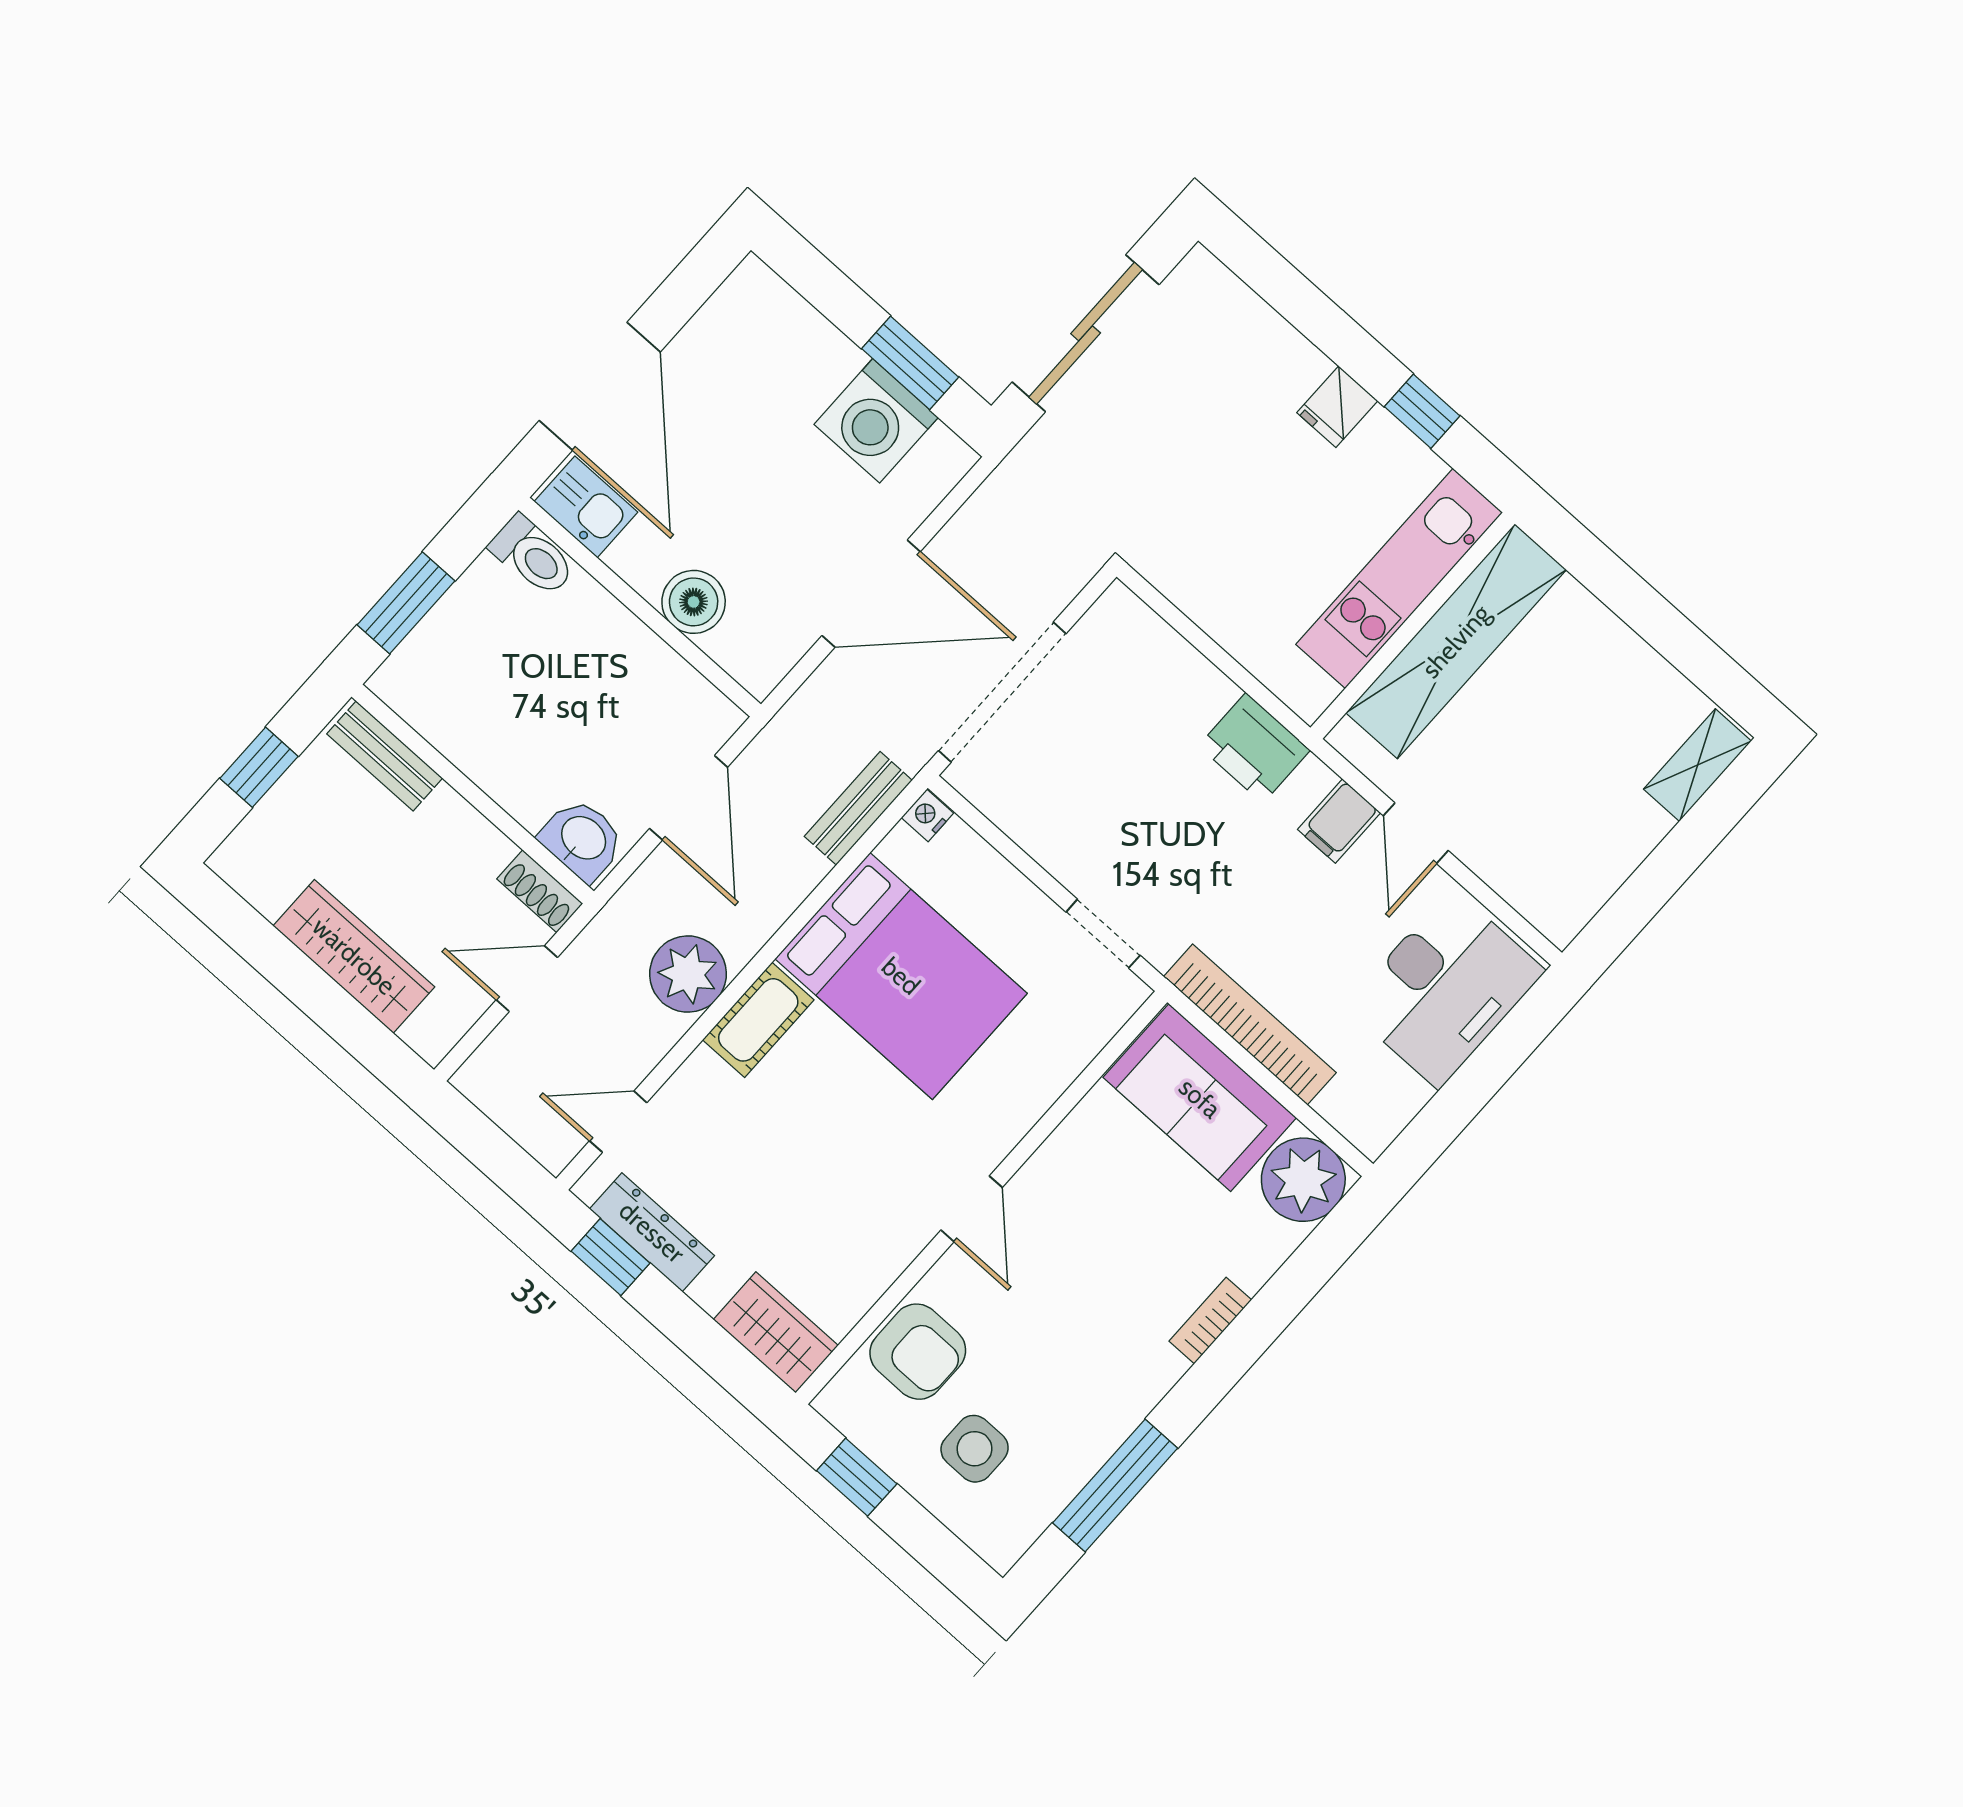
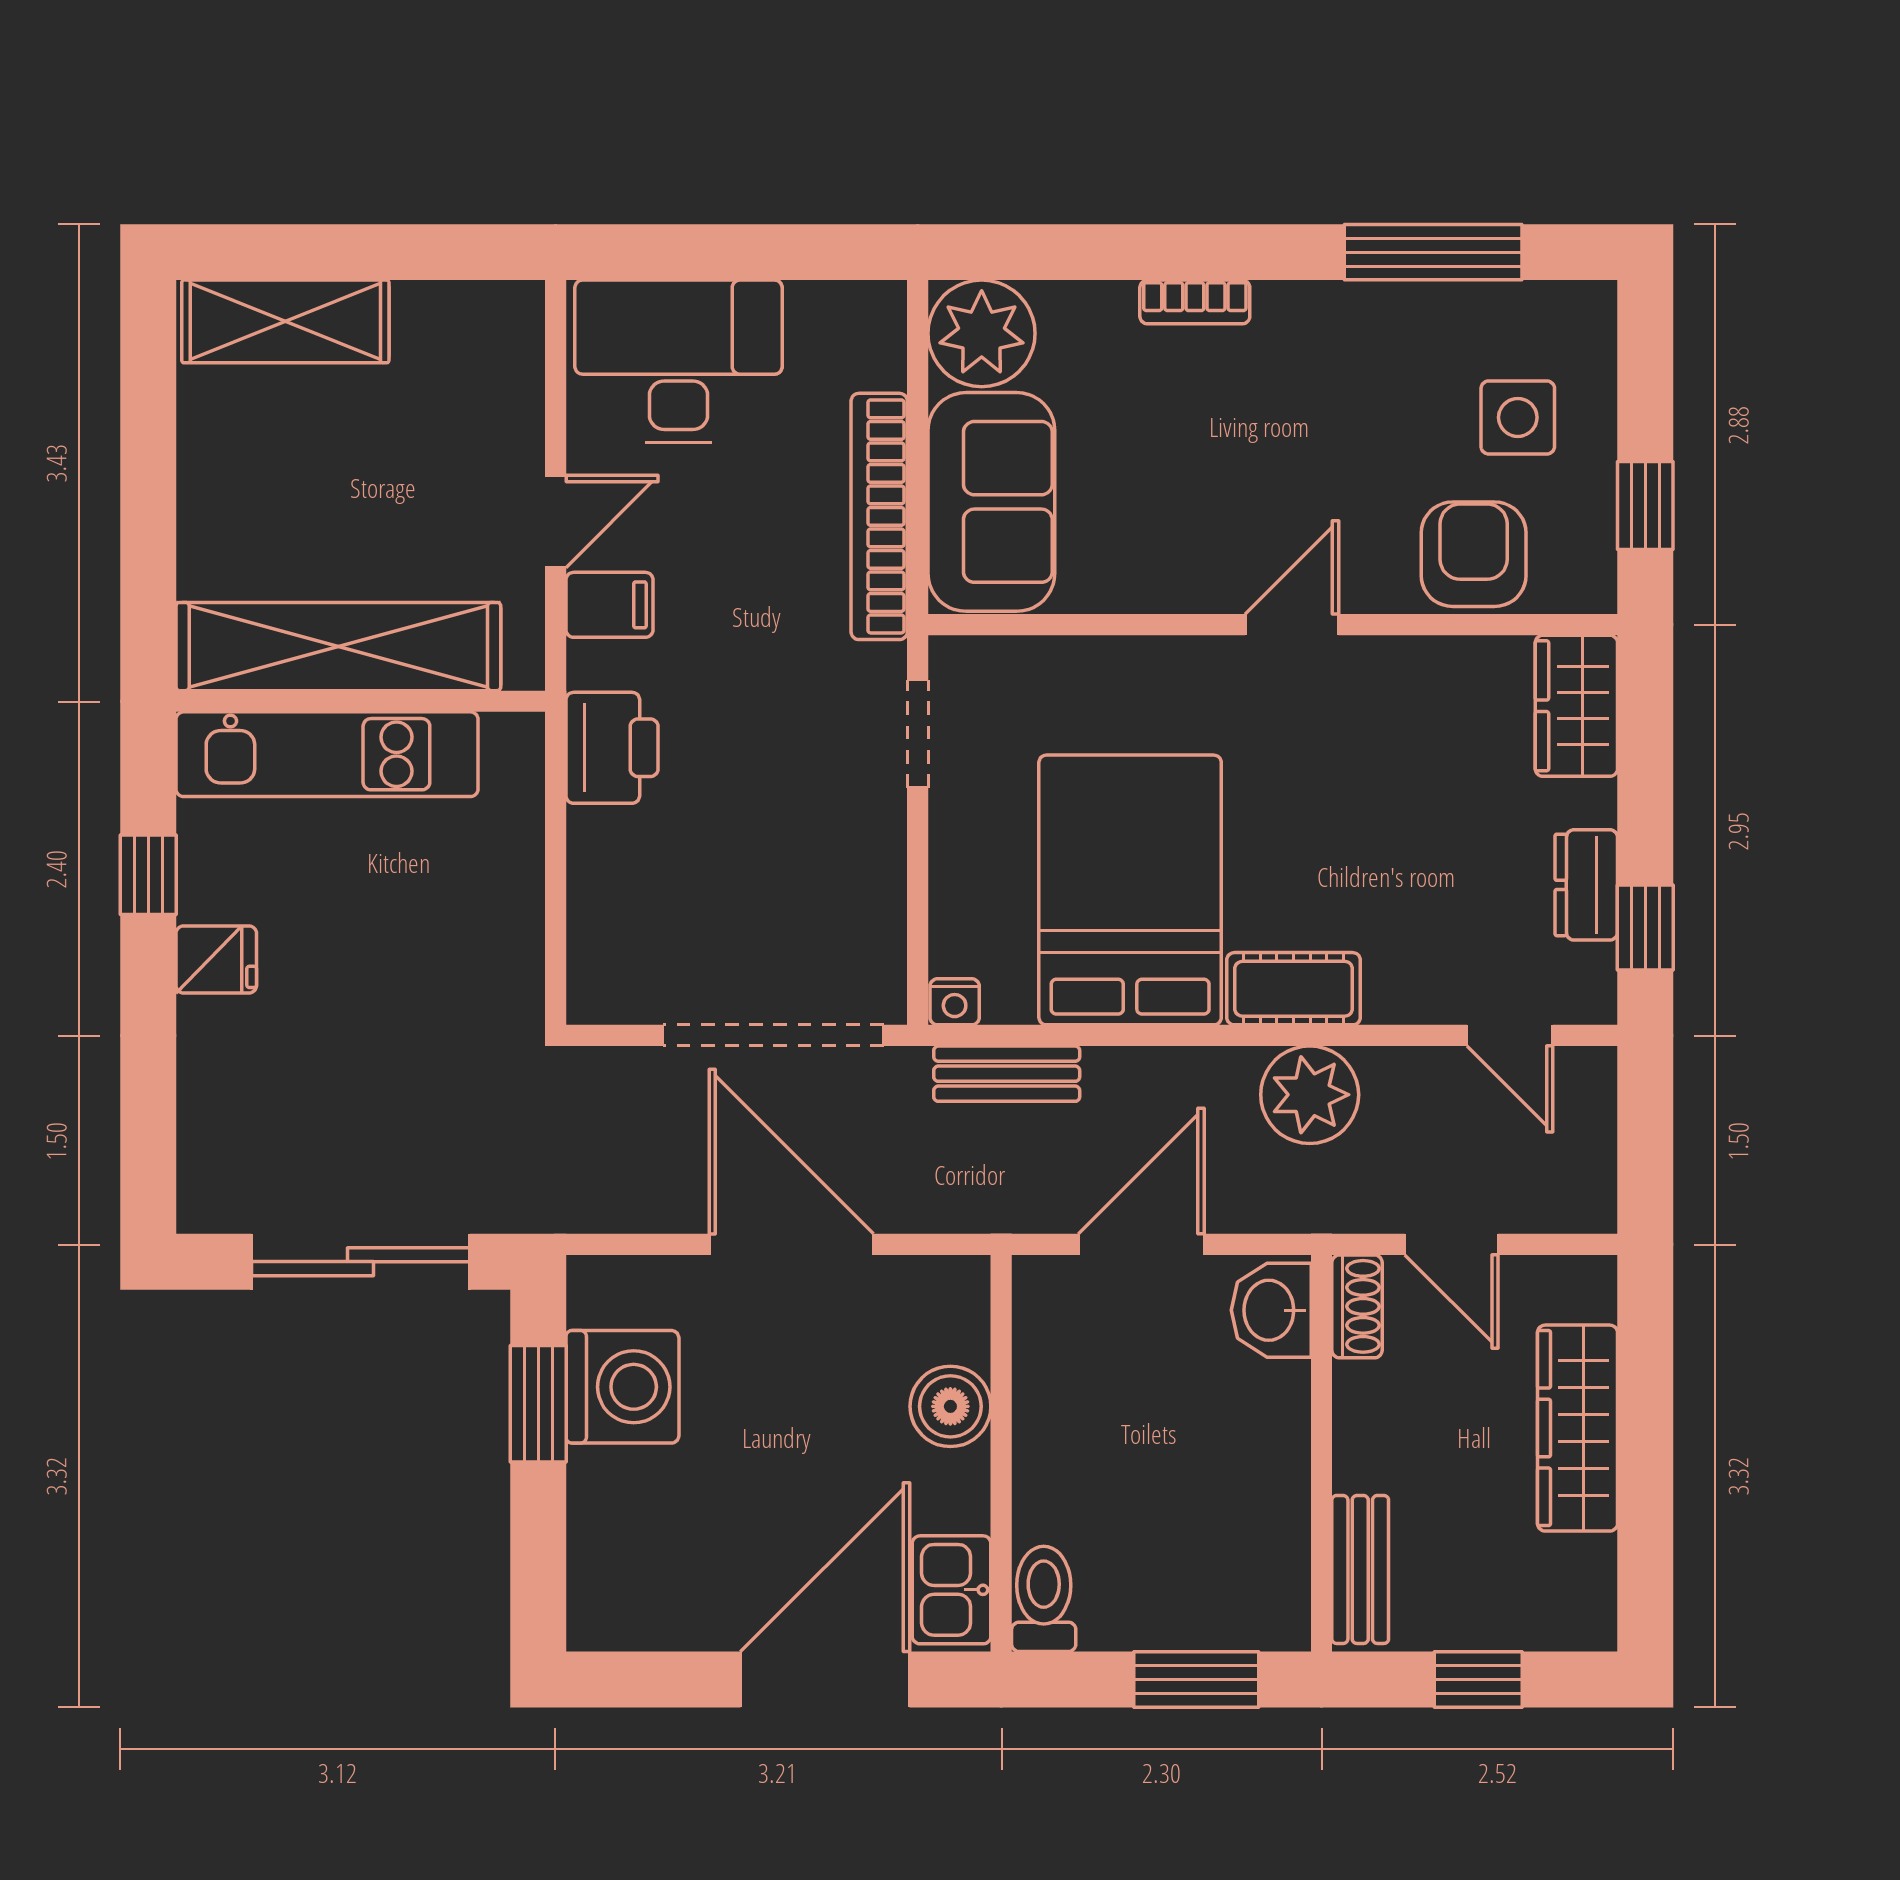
shelving: (1697, 765) -> (285, 321), width x1.50, depth x1.33
dresser: (652, 1232) -> (1586, 885), width x0.70

